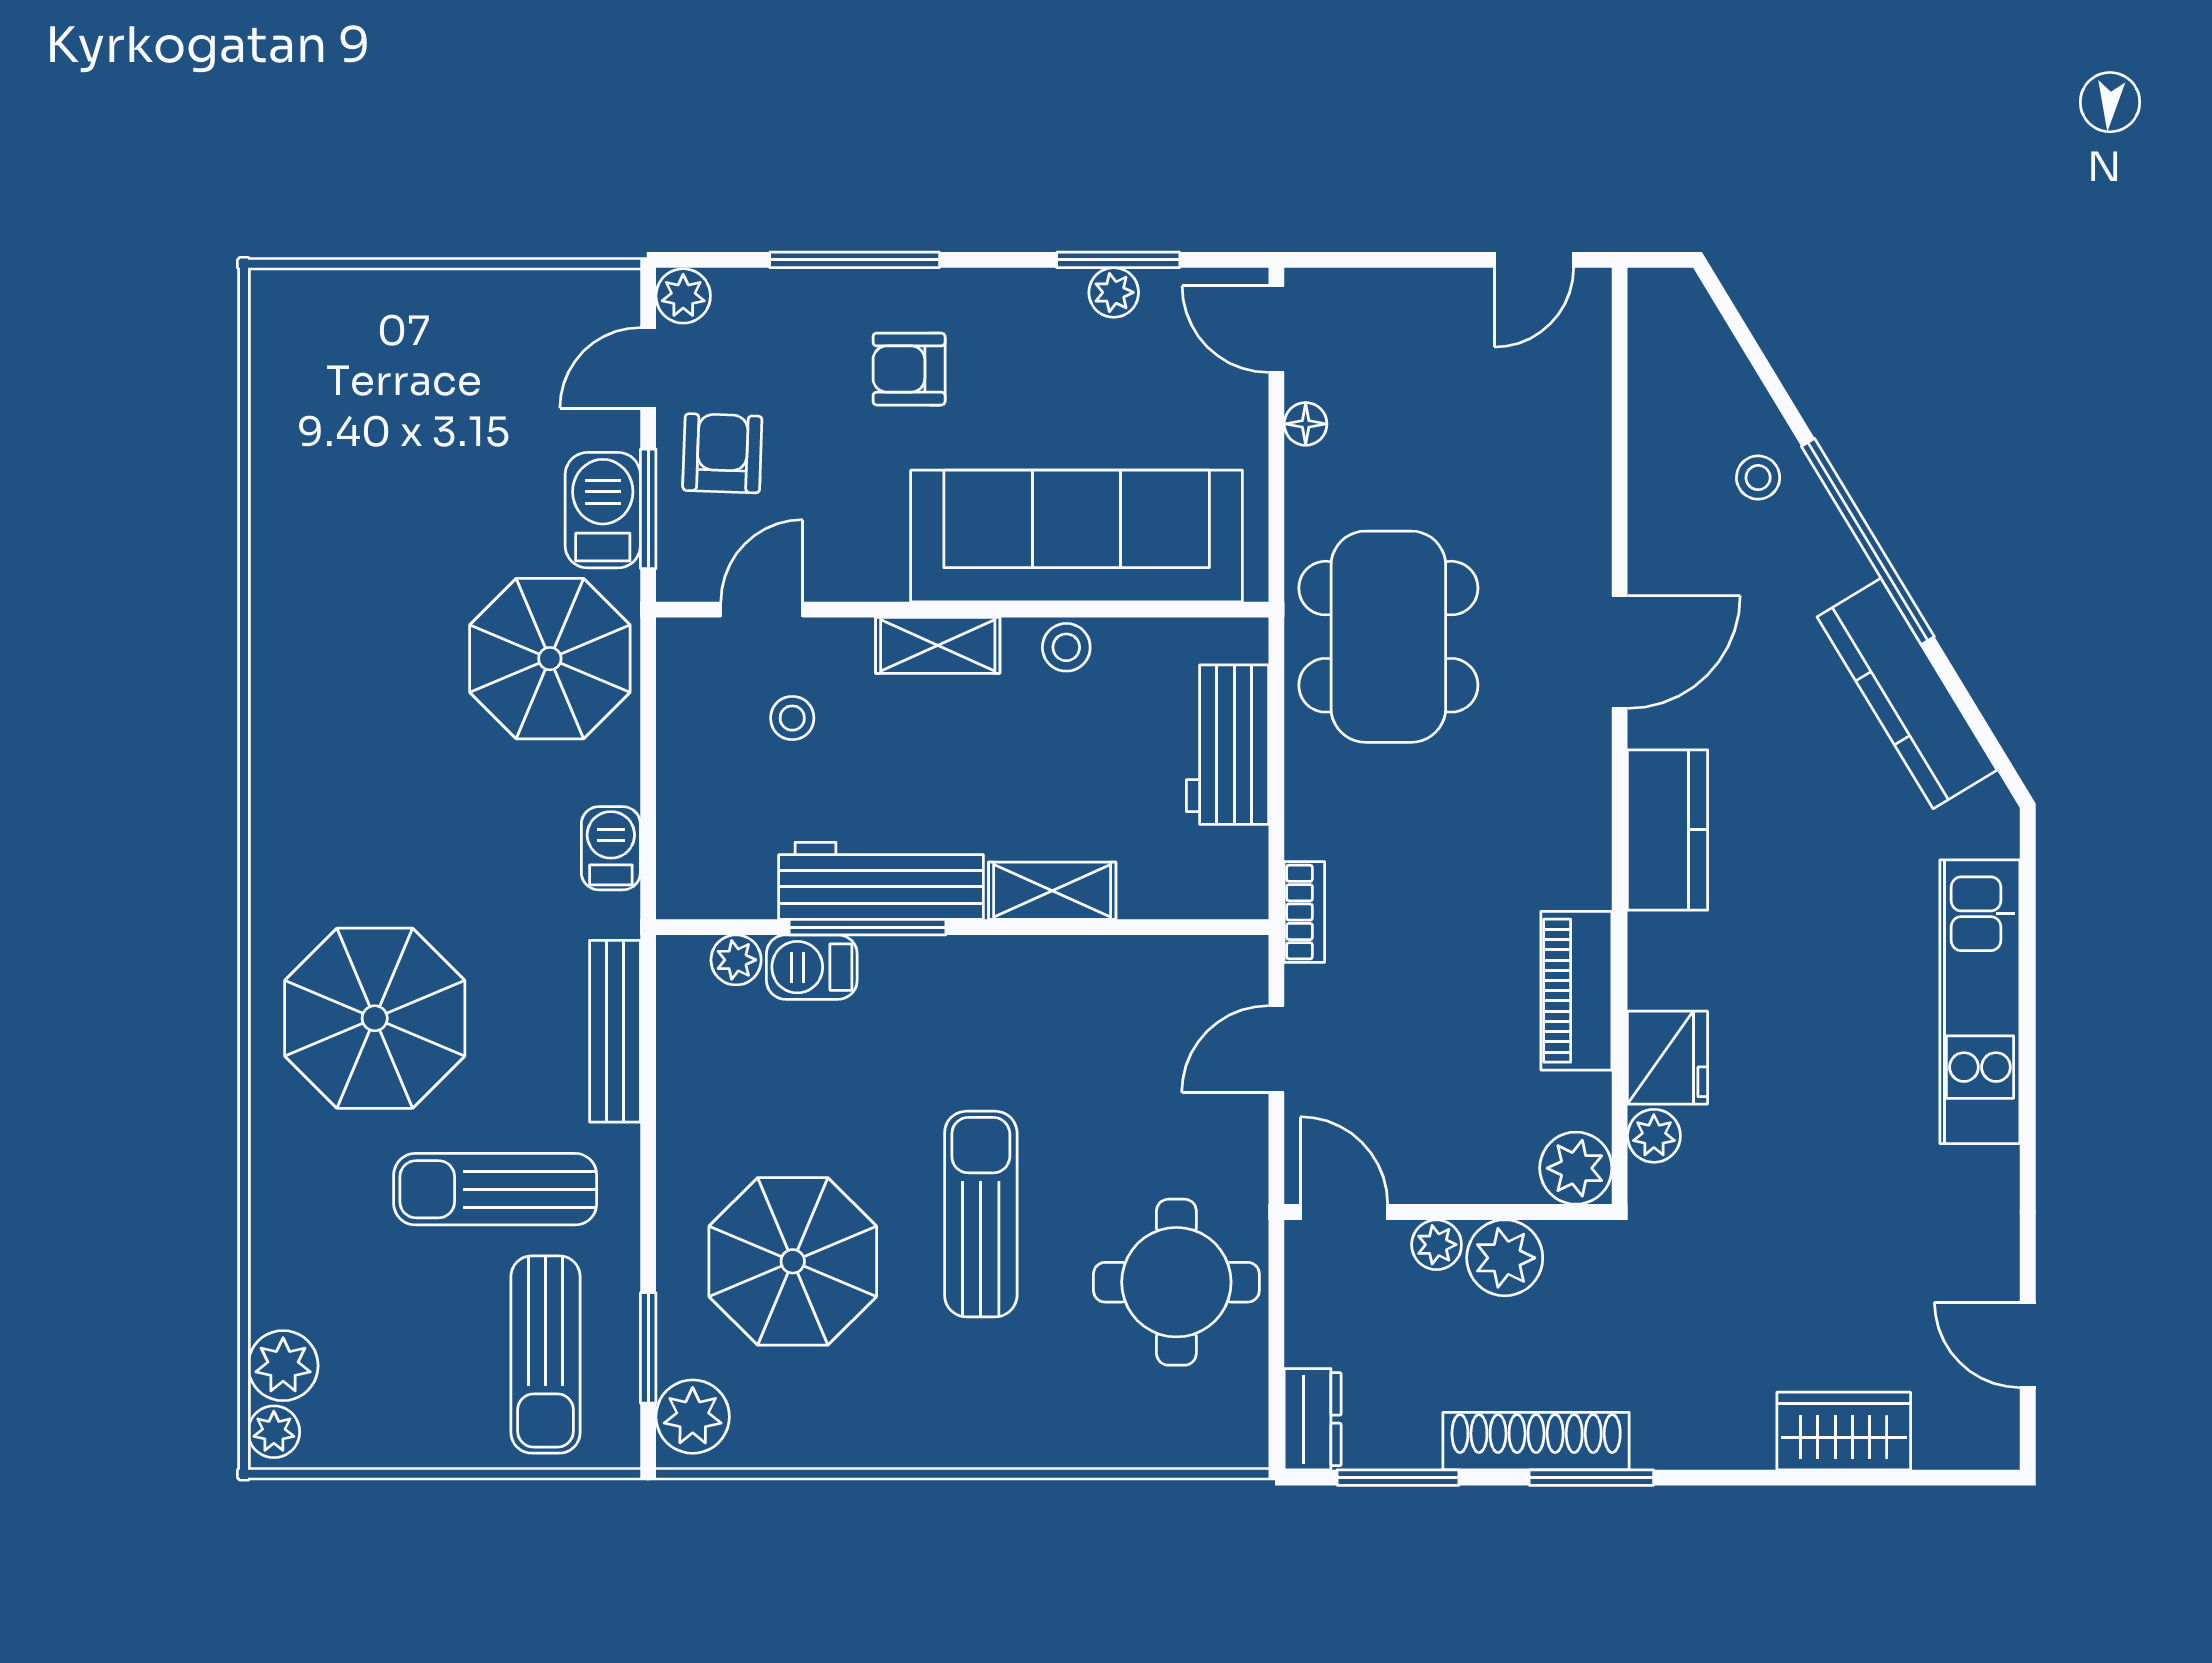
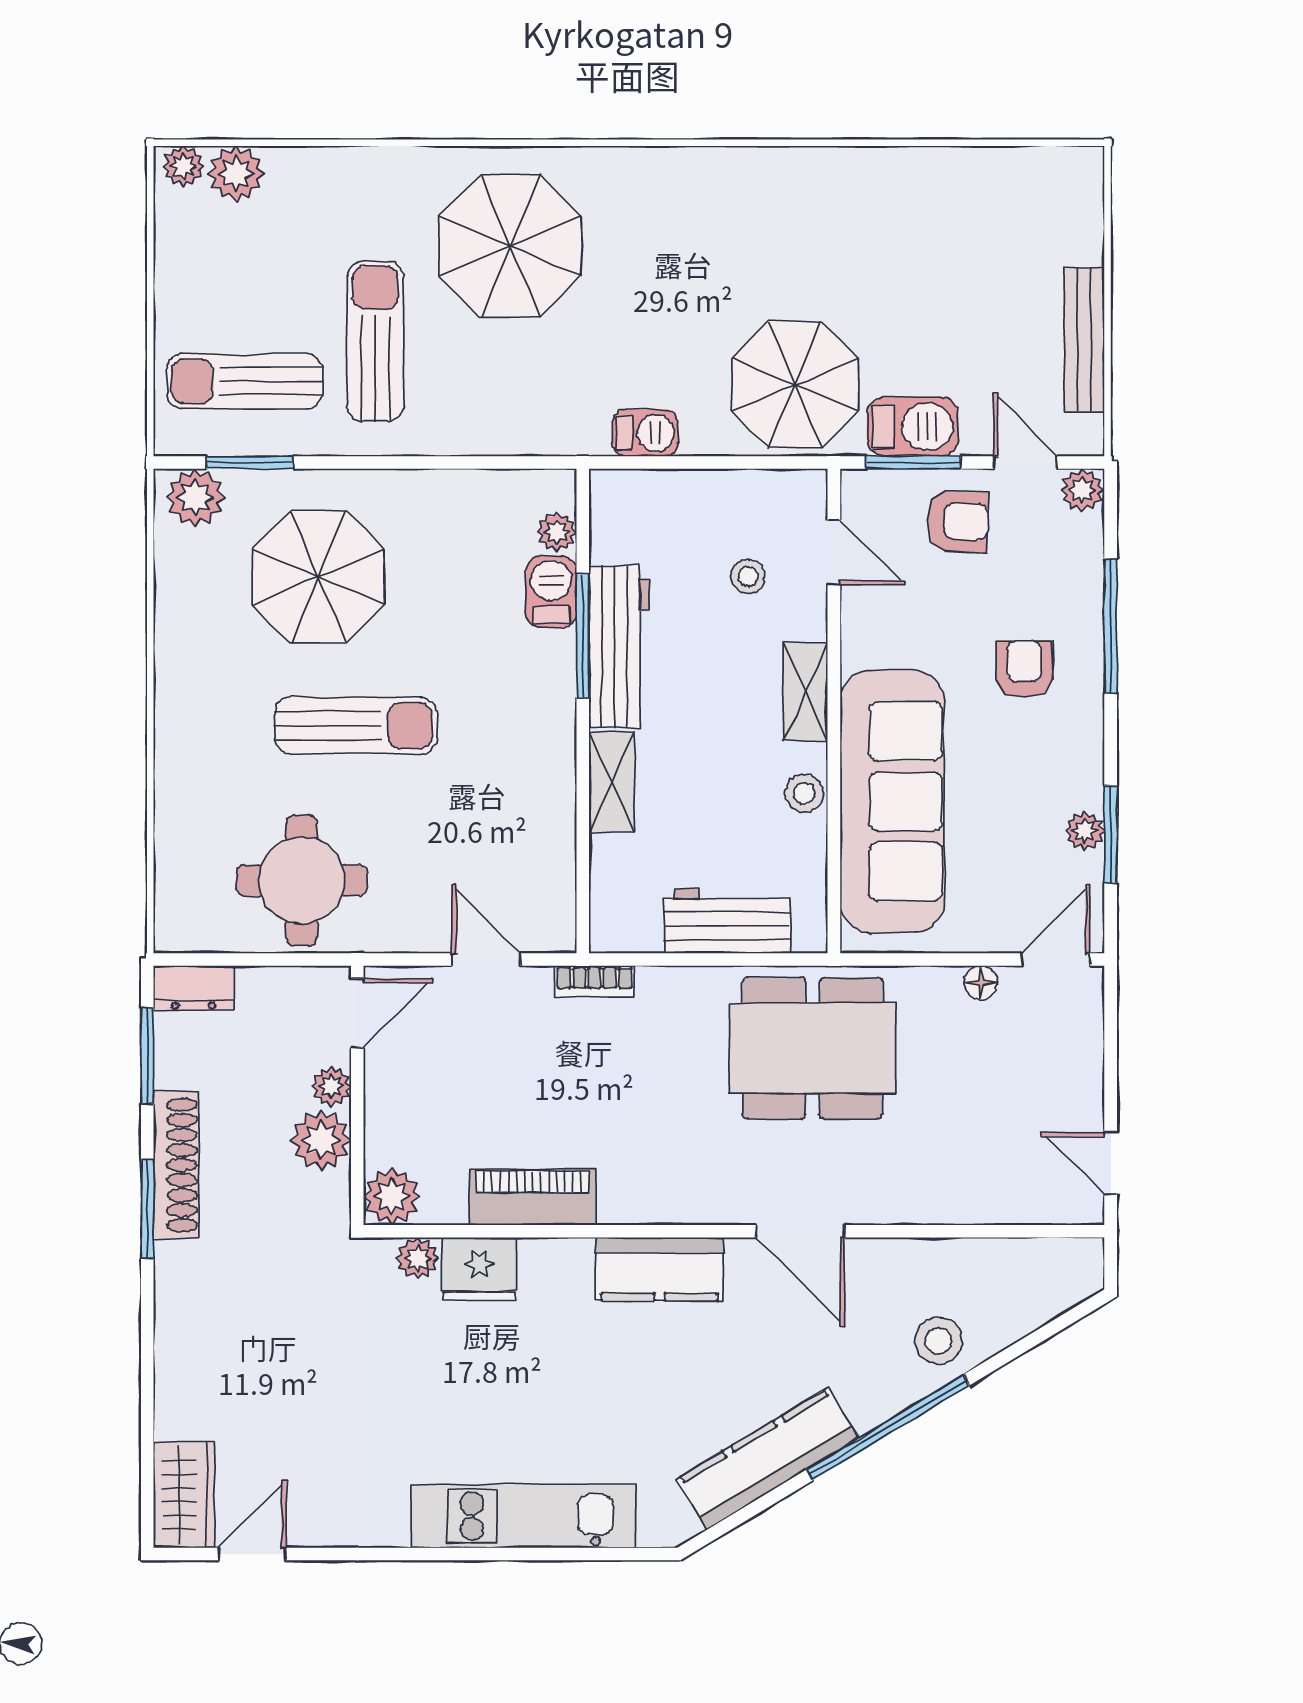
stool: (1758, 478) -> (938, 1341), width x1.37, depth x1.37
bench: (615, 1031) -> (1084, 340), moved, turned 90
wardrobe: (1844, 1431) -> (184, 1495), moved

